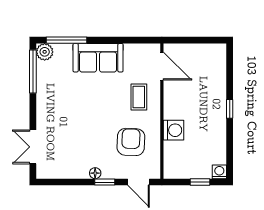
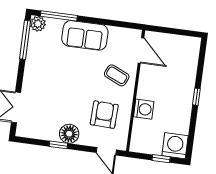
coffee table: (139, 97) -> (117, 75), turned -66
washing machine: (219, 172) -> (175, 146), width x1.89, depth x1.89
floor lamp: (95, 173) -> (69, 134), width x1.89, depth x1.89
window: (105, 182) -> (58, 145), moved

